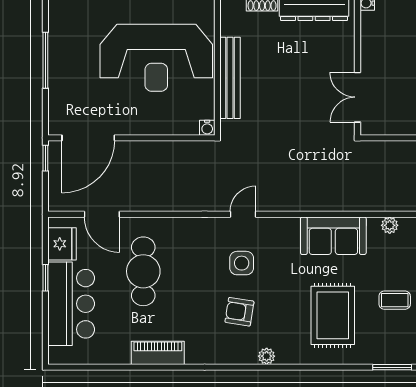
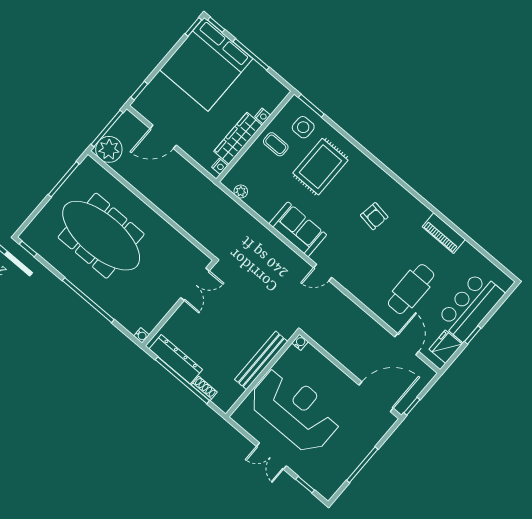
sofa: (333, 236) -> (298, 229), moved
side table: (242, 263) -> (303, 127), moved
plant: (267, 356) -> (381, 176), removed

